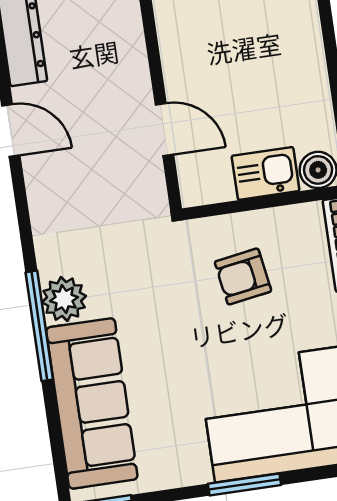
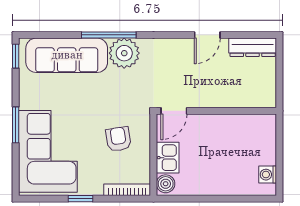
door: (164, 130) -> (174, 111), moved
plant: (64, 299) -> (124, 53), width x1.36, depth x1.36

